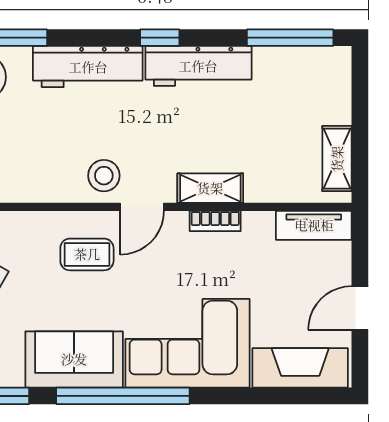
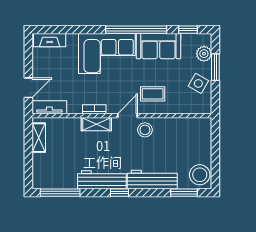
door: (360, 308) -> (28, 88), moved
fireplace: (300, 368) -> (50, 40), width x0.73, depth x0.76

